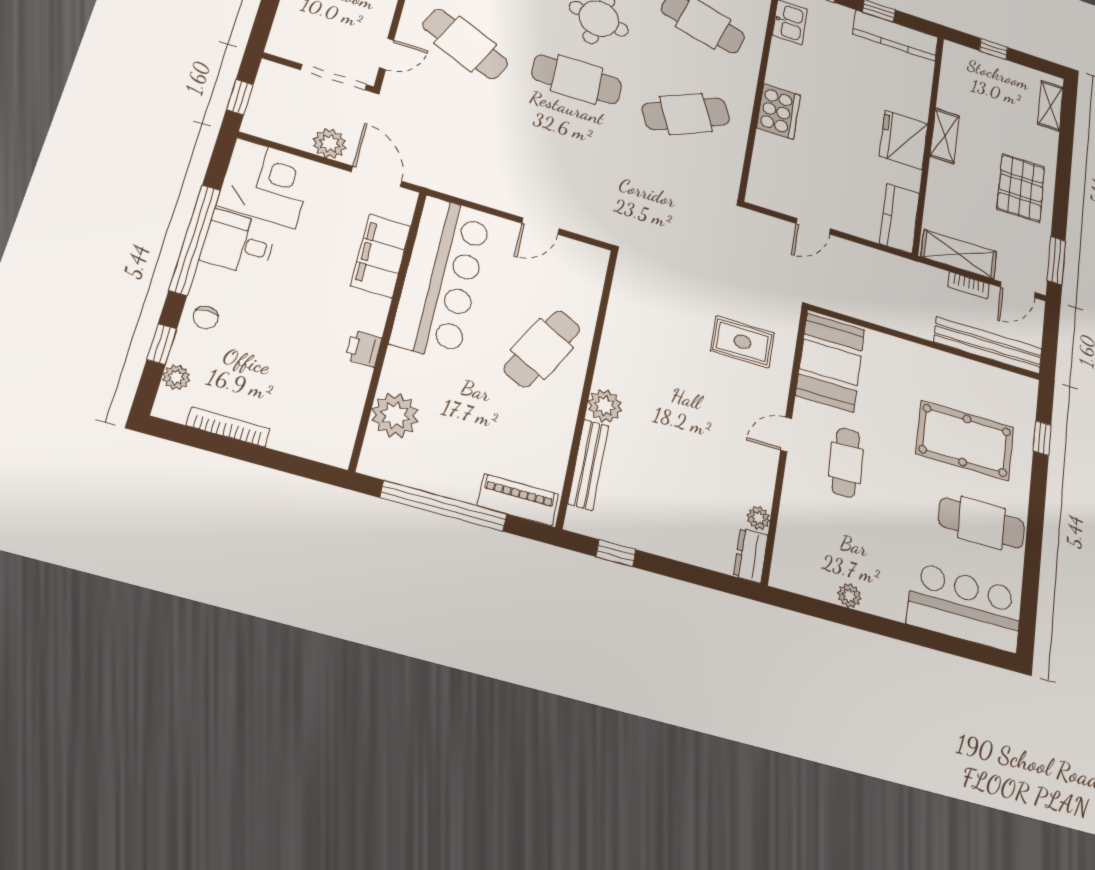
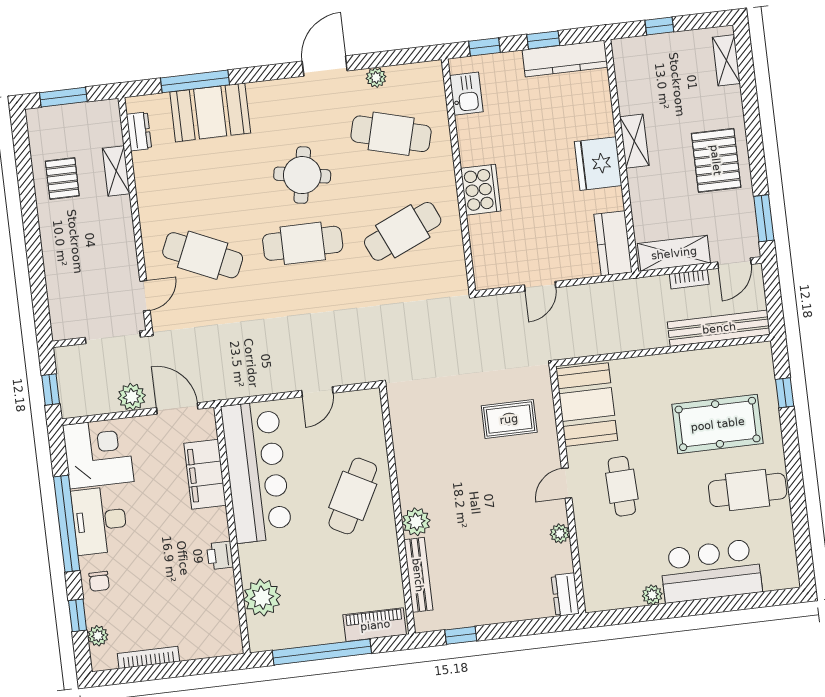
desk: (239, 243) -> (100, 521), width x1.37
plant: (758, 518) -> (560, 534), moved
bar counter: (965, 607) -> (711, 571), moved

